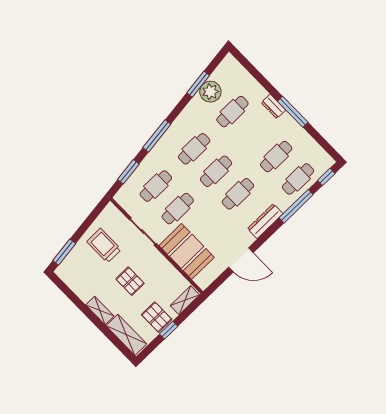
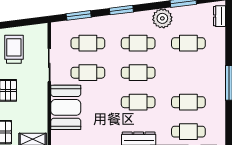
plant: (210, 92) -> (162, 18), moved
dresser: (273, 106) -> (219, 16), moved
window: (157, 136) -> (121, 10), width x0.69

